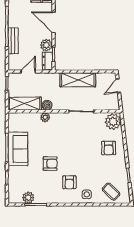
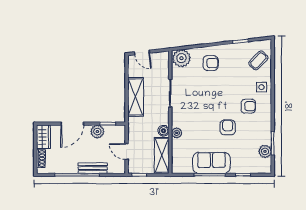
dresser: (47, 61) -> (115, 130), removed

